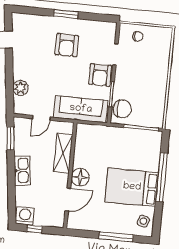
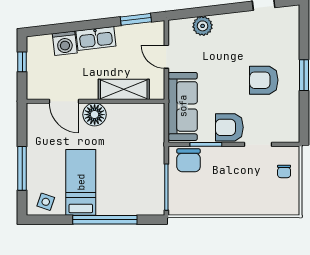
bed: (132, 187) -> (81, 182), width x0.67
washing machine: (25, 216) -> (65, 43), moved, turned 83

